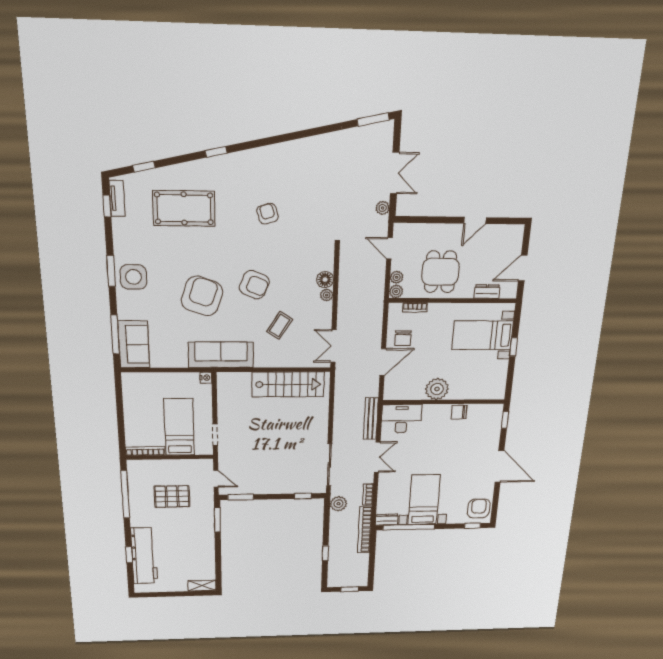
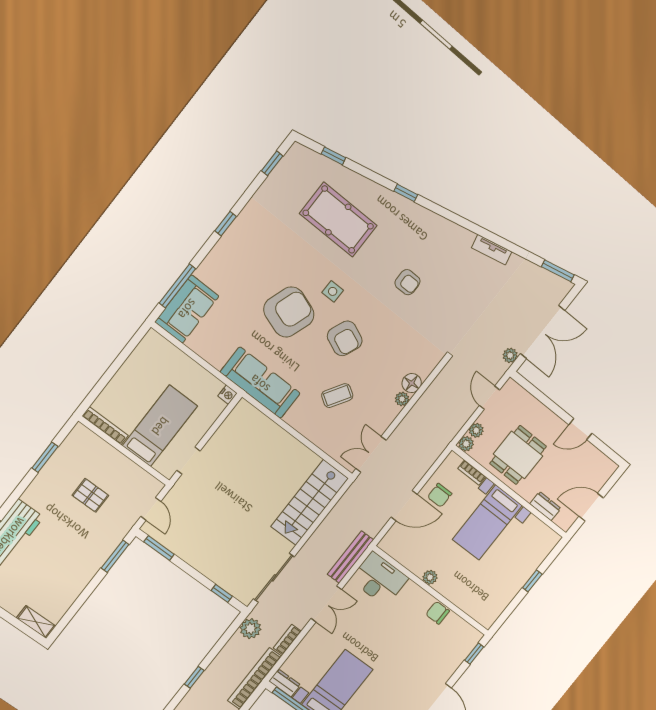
double door: (395, 173) -> (543, 332), width x1.37
tv unit: (117, 198) -> (492, 250), moved, turned 77
armchair: (268, 214) -> (407, 282), turned 107
window: (111, 271) -> (226, 224), width x0.67
side table: (133, 277) -> (333, 291), moved, width x0.54, depth x0.54
bed with nightstands: (483, 335) -> (487, 522), moved, turned -90
stairs: (288, 384) -> (310, 502), moved, turned 90
plant: (437, 389) -> (430, 577), width x0.53, depth x0.53
window: (125, 494) -> (45, 457), width x0.47
pallet: (172, 497) -> (90, 495), width x0.67, depth x0.71

